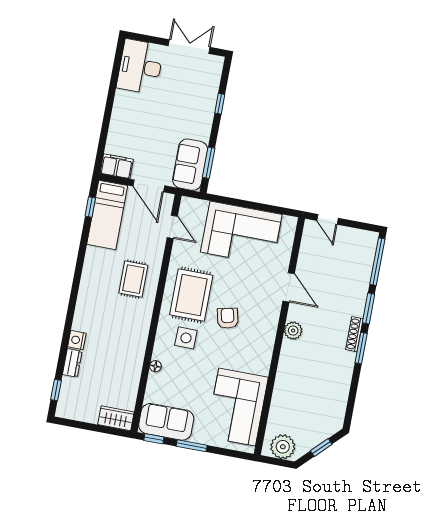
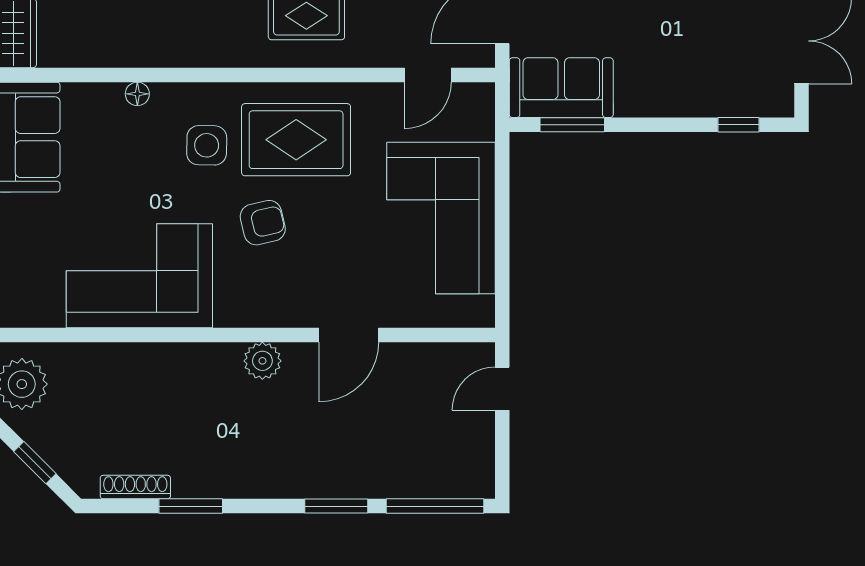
window: (220, 104) -> (738, 125), moved
shoe rack: (354, 334) -> (135, 487), moved
window: (361, 348) -> (191, 506), moved
corner sofa: (237, 407) -> (139, 276), moved

